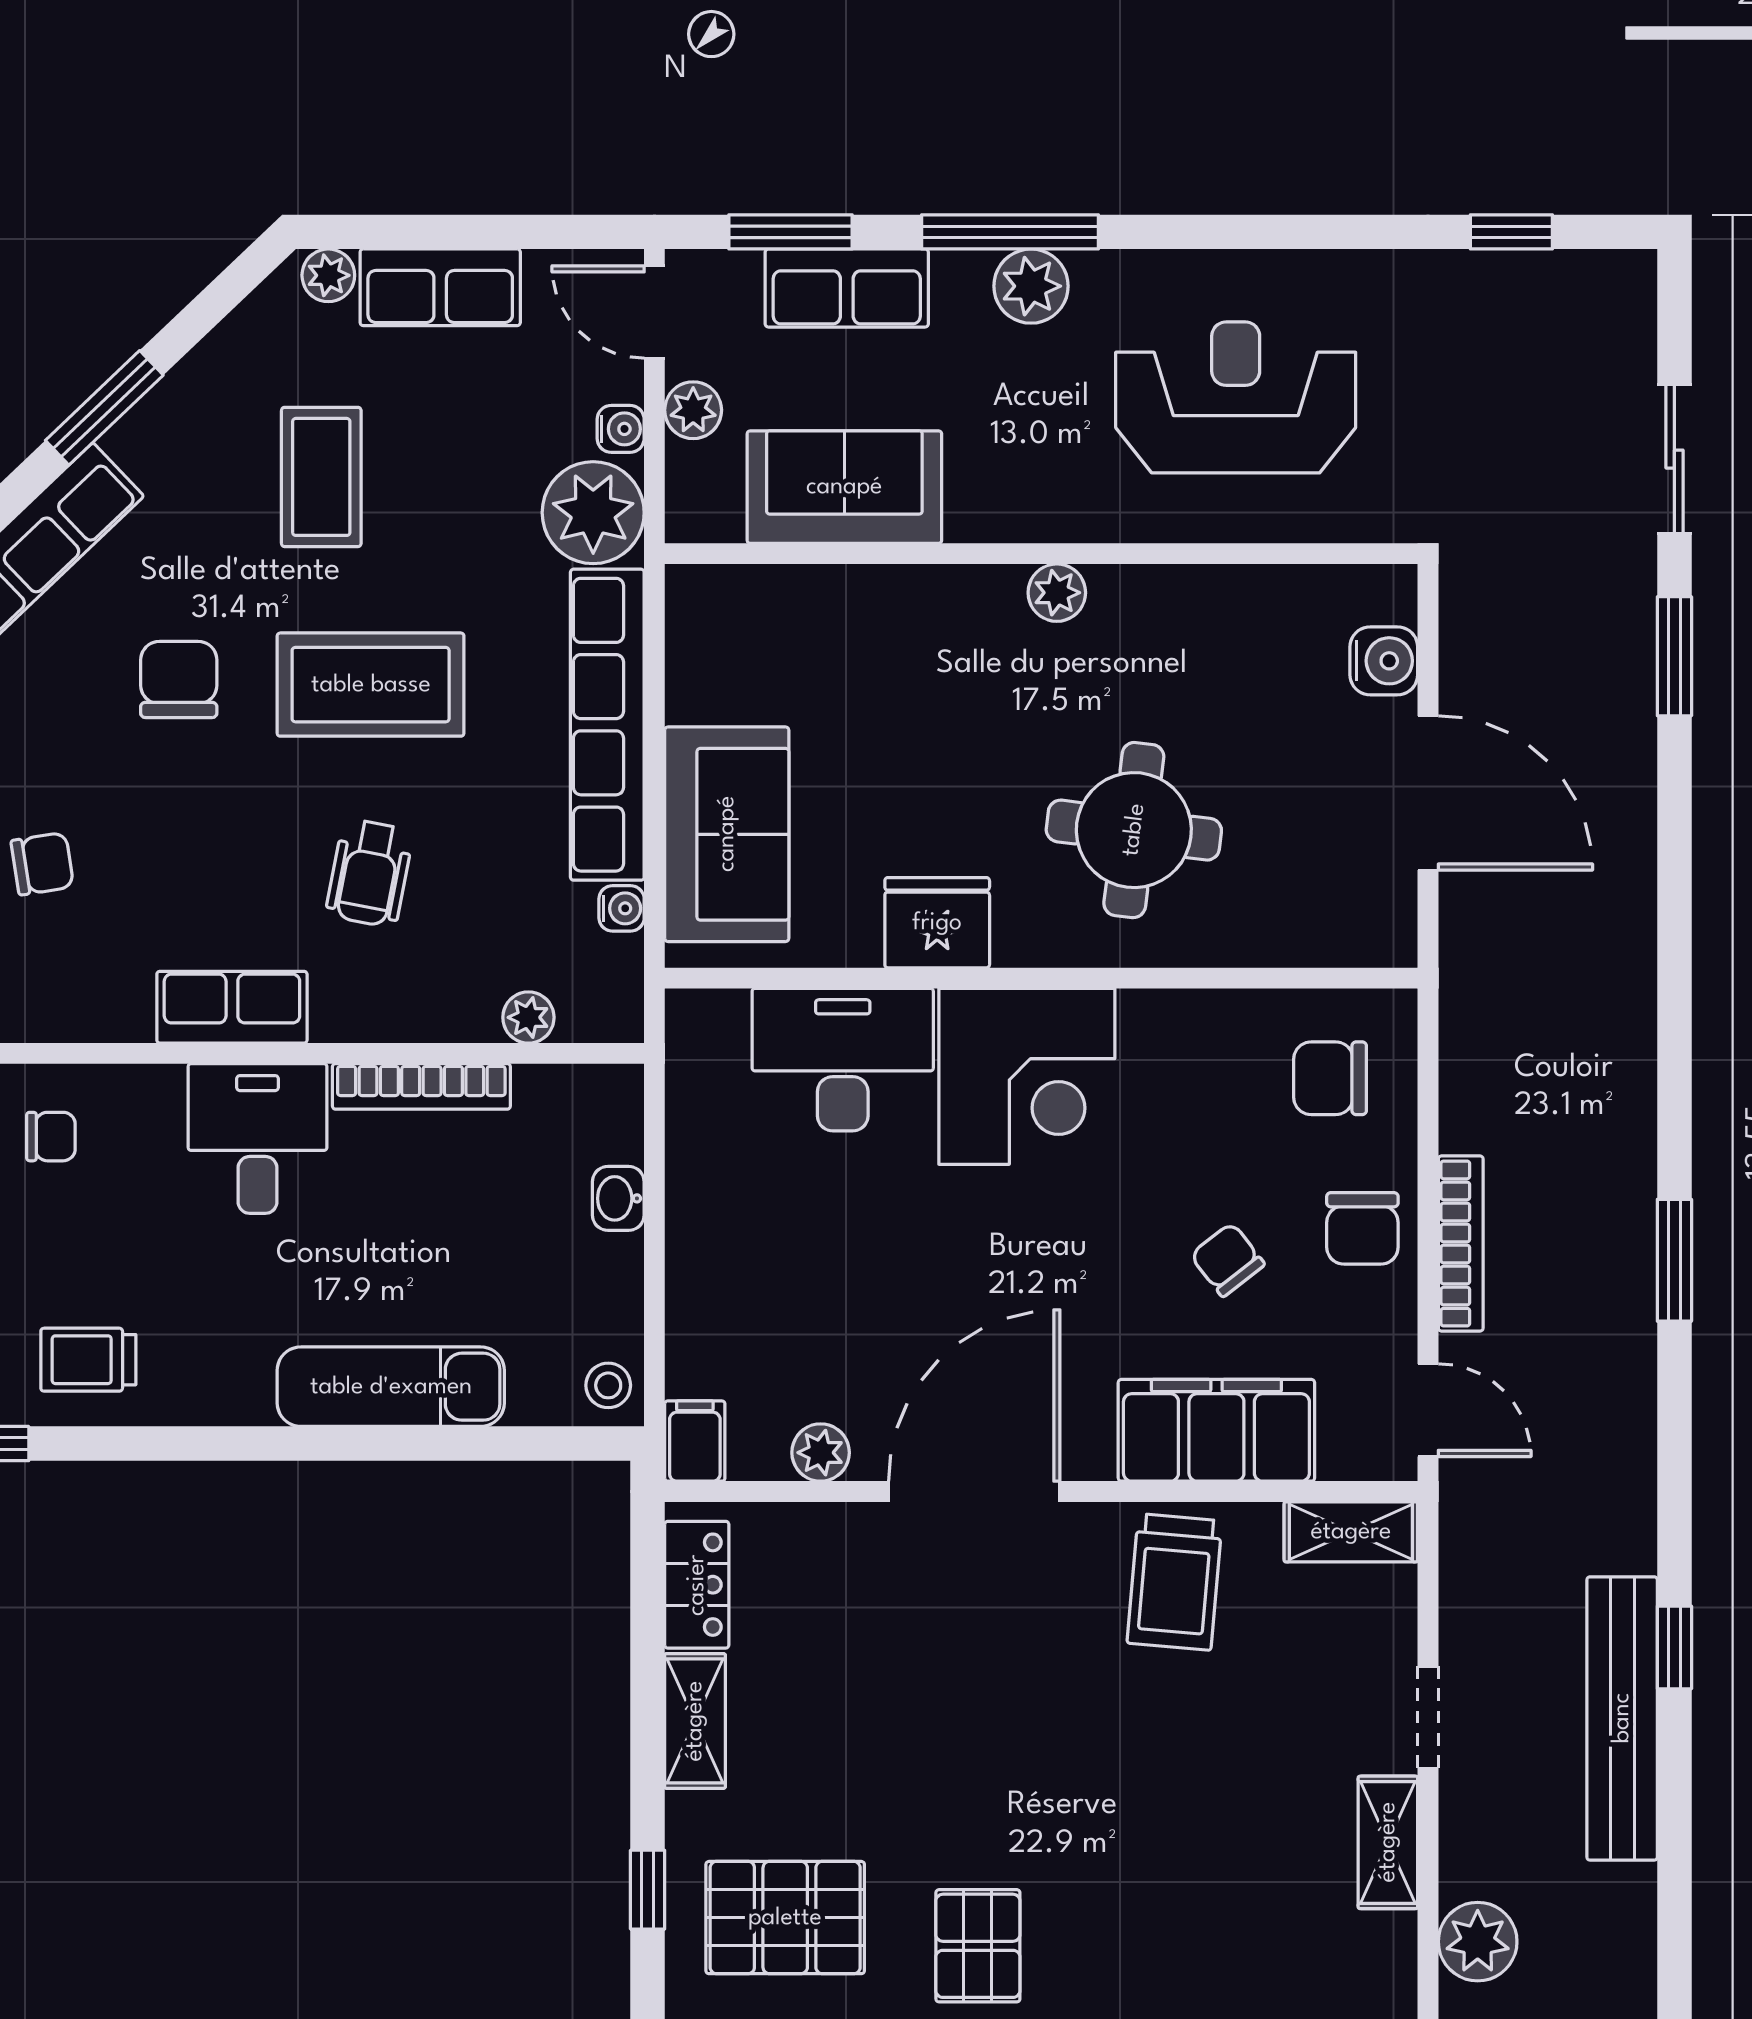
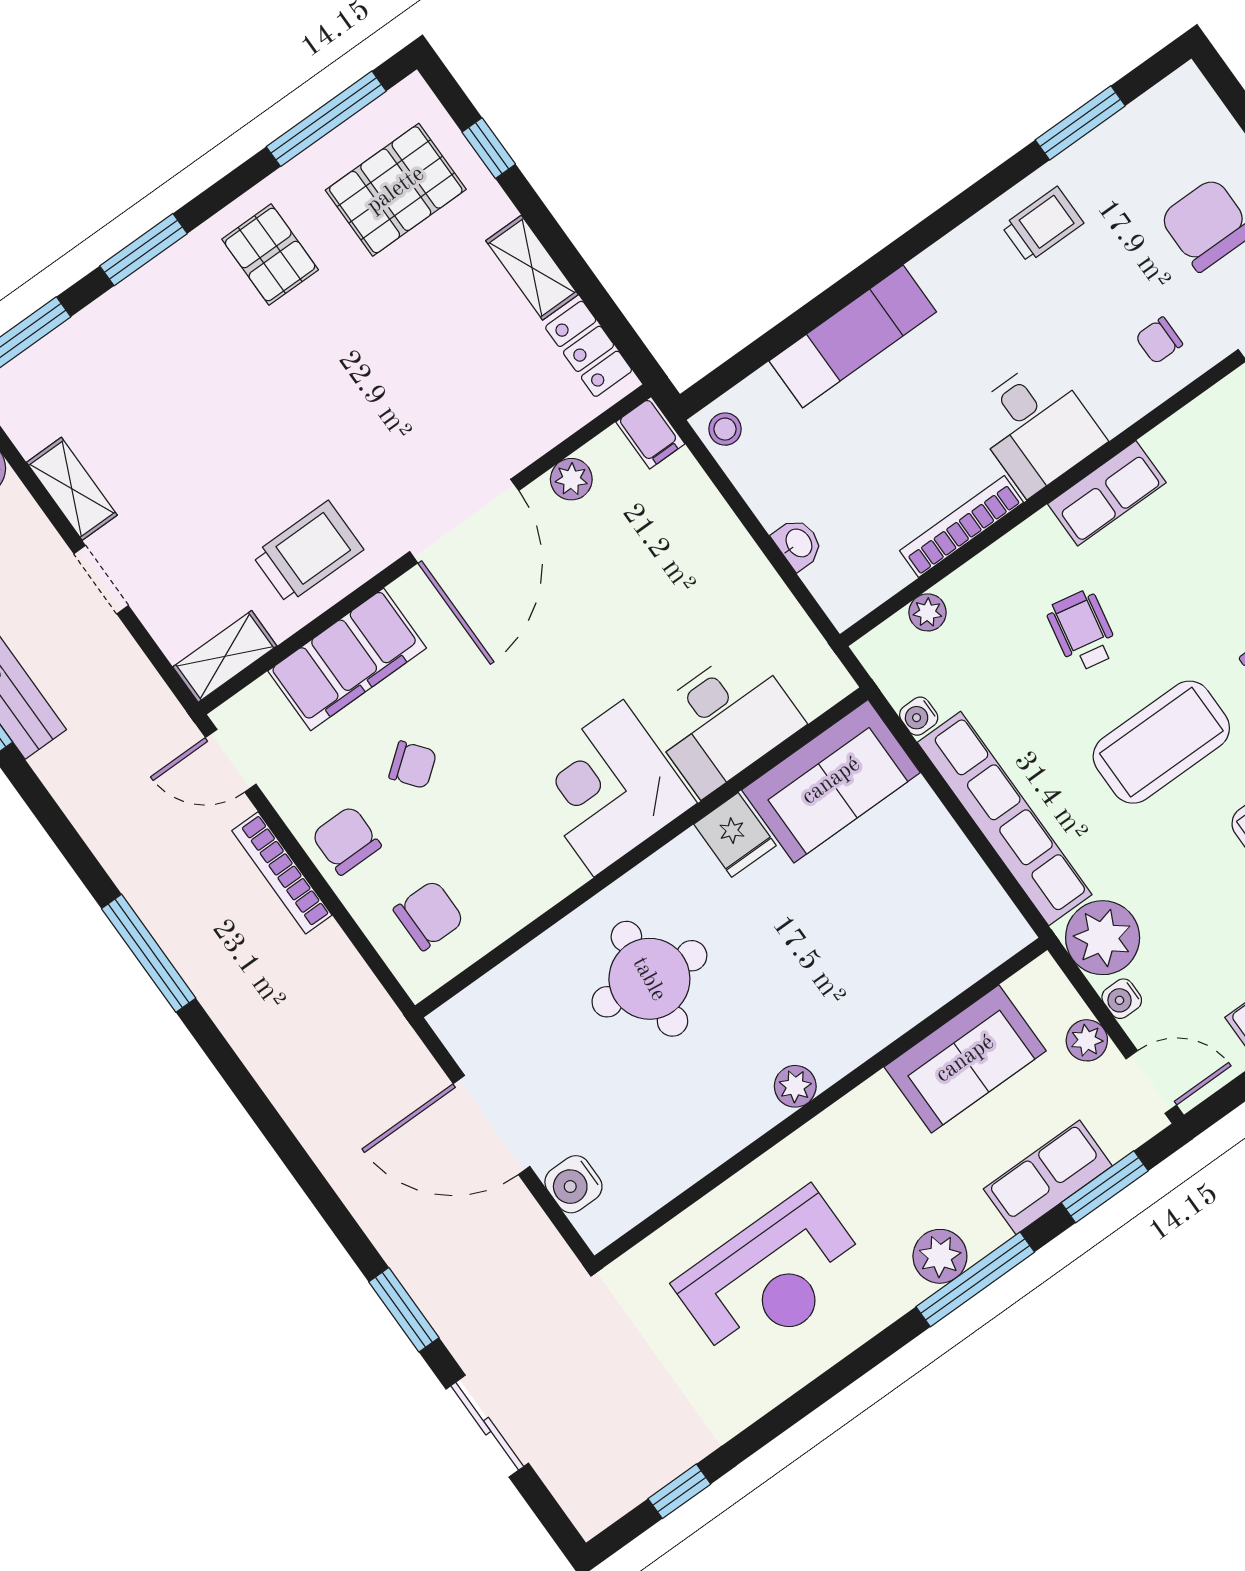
sofa: (727, 834) -> (831, 781), moved, turned -90
fridge: (937, 923) -> (735, 835), width x0.72
window: (1674, 1260) -> (149, 953), width x1.44
trolley: (1175, 1582) -> (308, 552), turned 85

